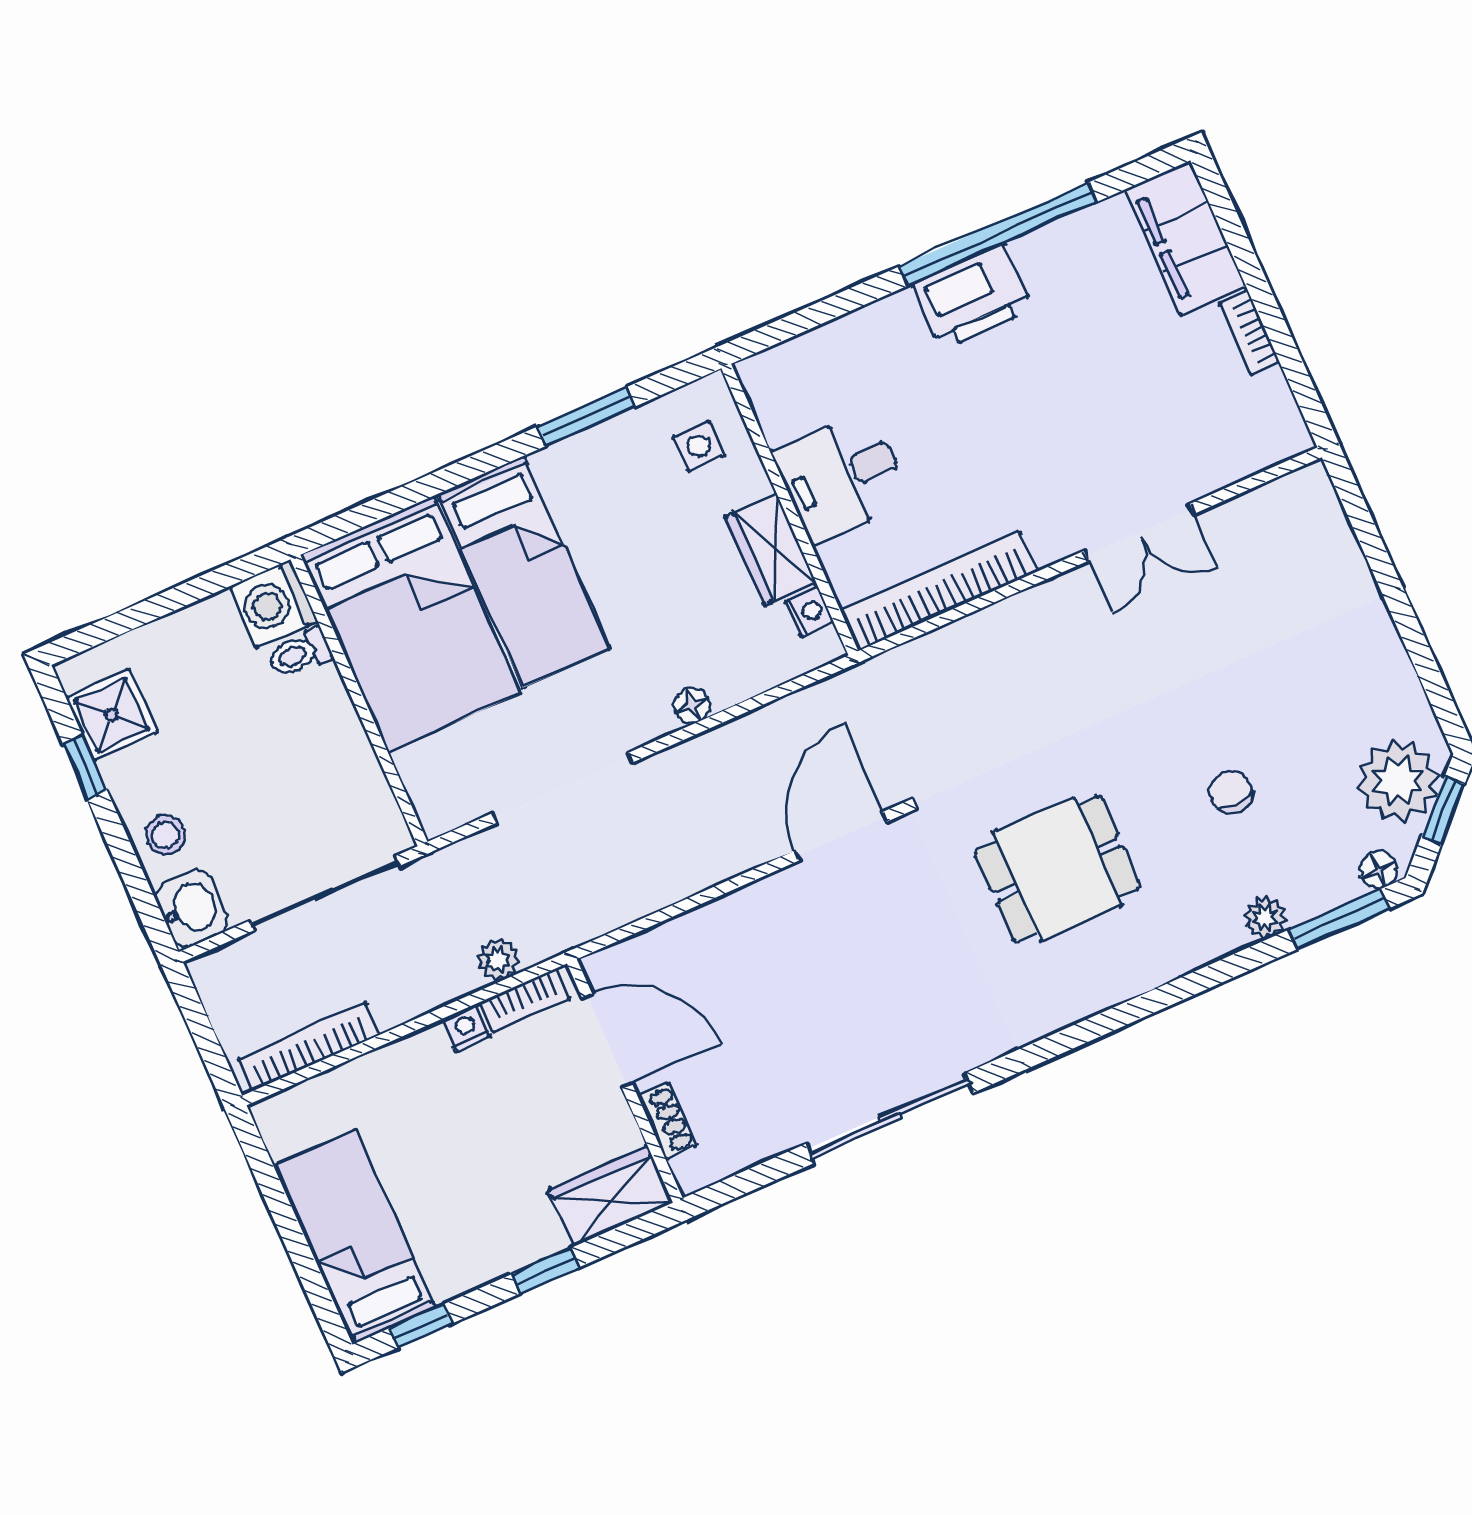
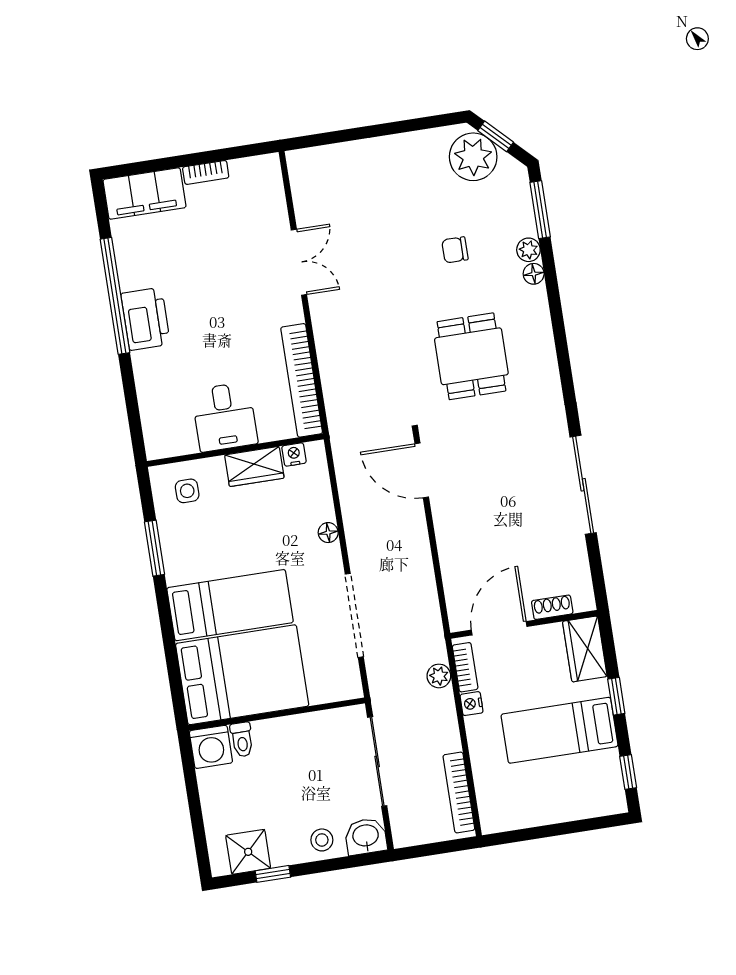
floor lamp: (1379, 870) -> (534, 274), moved
bed: (356, 1236) -> (559, 730), moved

